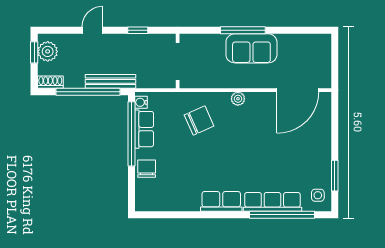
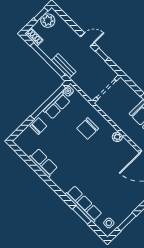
door: (92, 30) -> (87, 40), moved
bench: (110, 81) -> (64, 66), width x0.73
chair: (199, 121) -> (88, 128), turned 114
row of seats: (221, 201) -> (43, 163), moved
window: (282, 215) -> (82, 215), width x0.47

